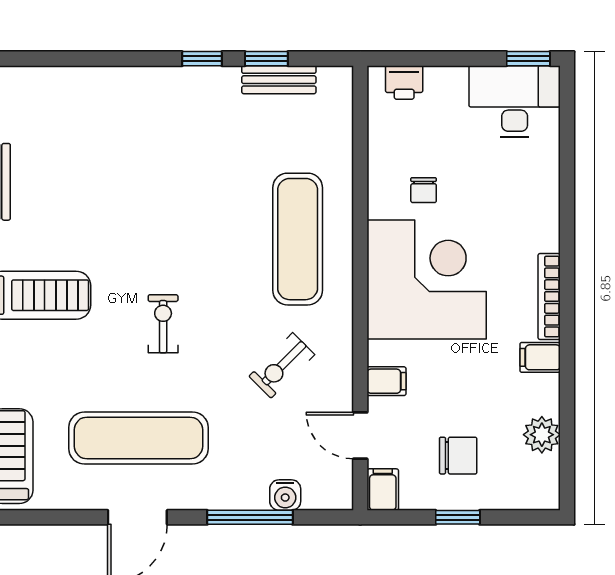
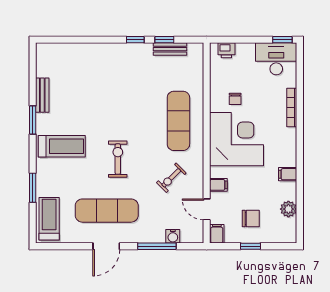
bookcase: (549, 297) -> (292, 107), moved
exercise bike: (163, 324) -> (118, 159), width x1.38, depth x1.39

